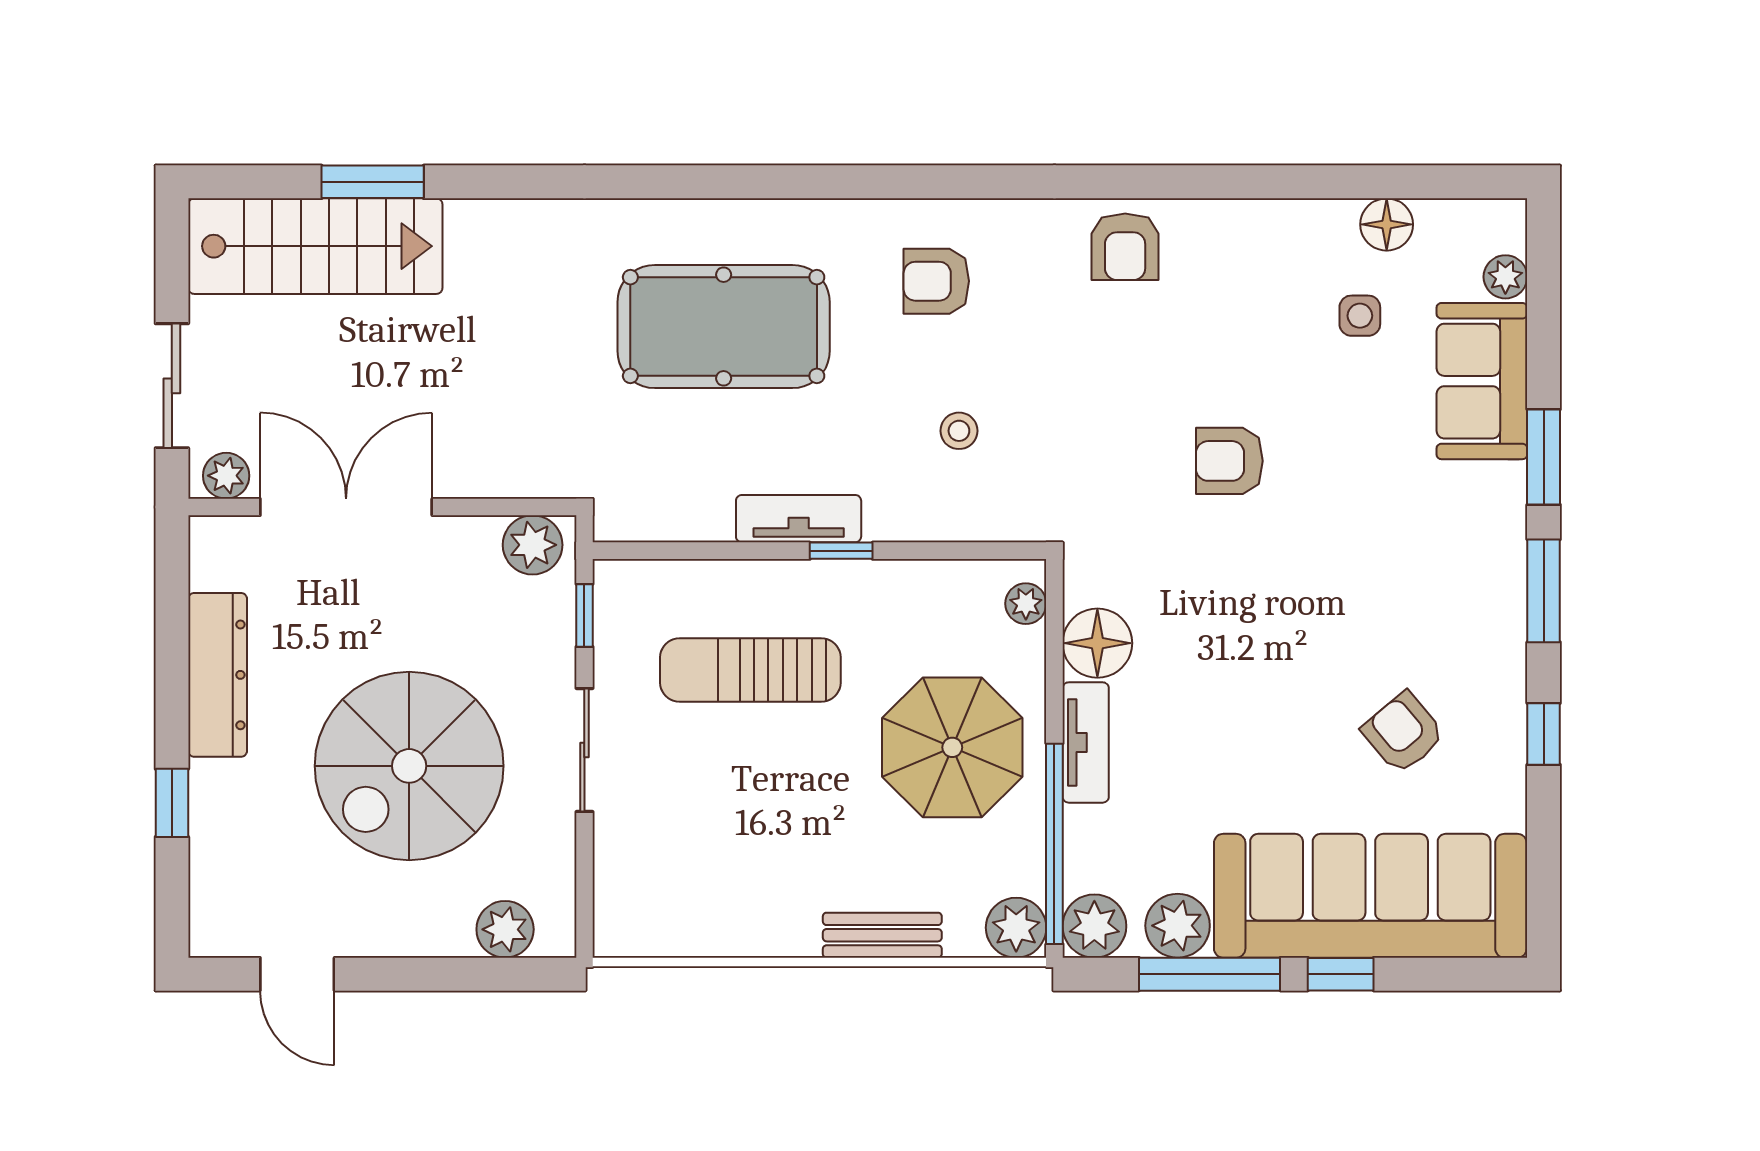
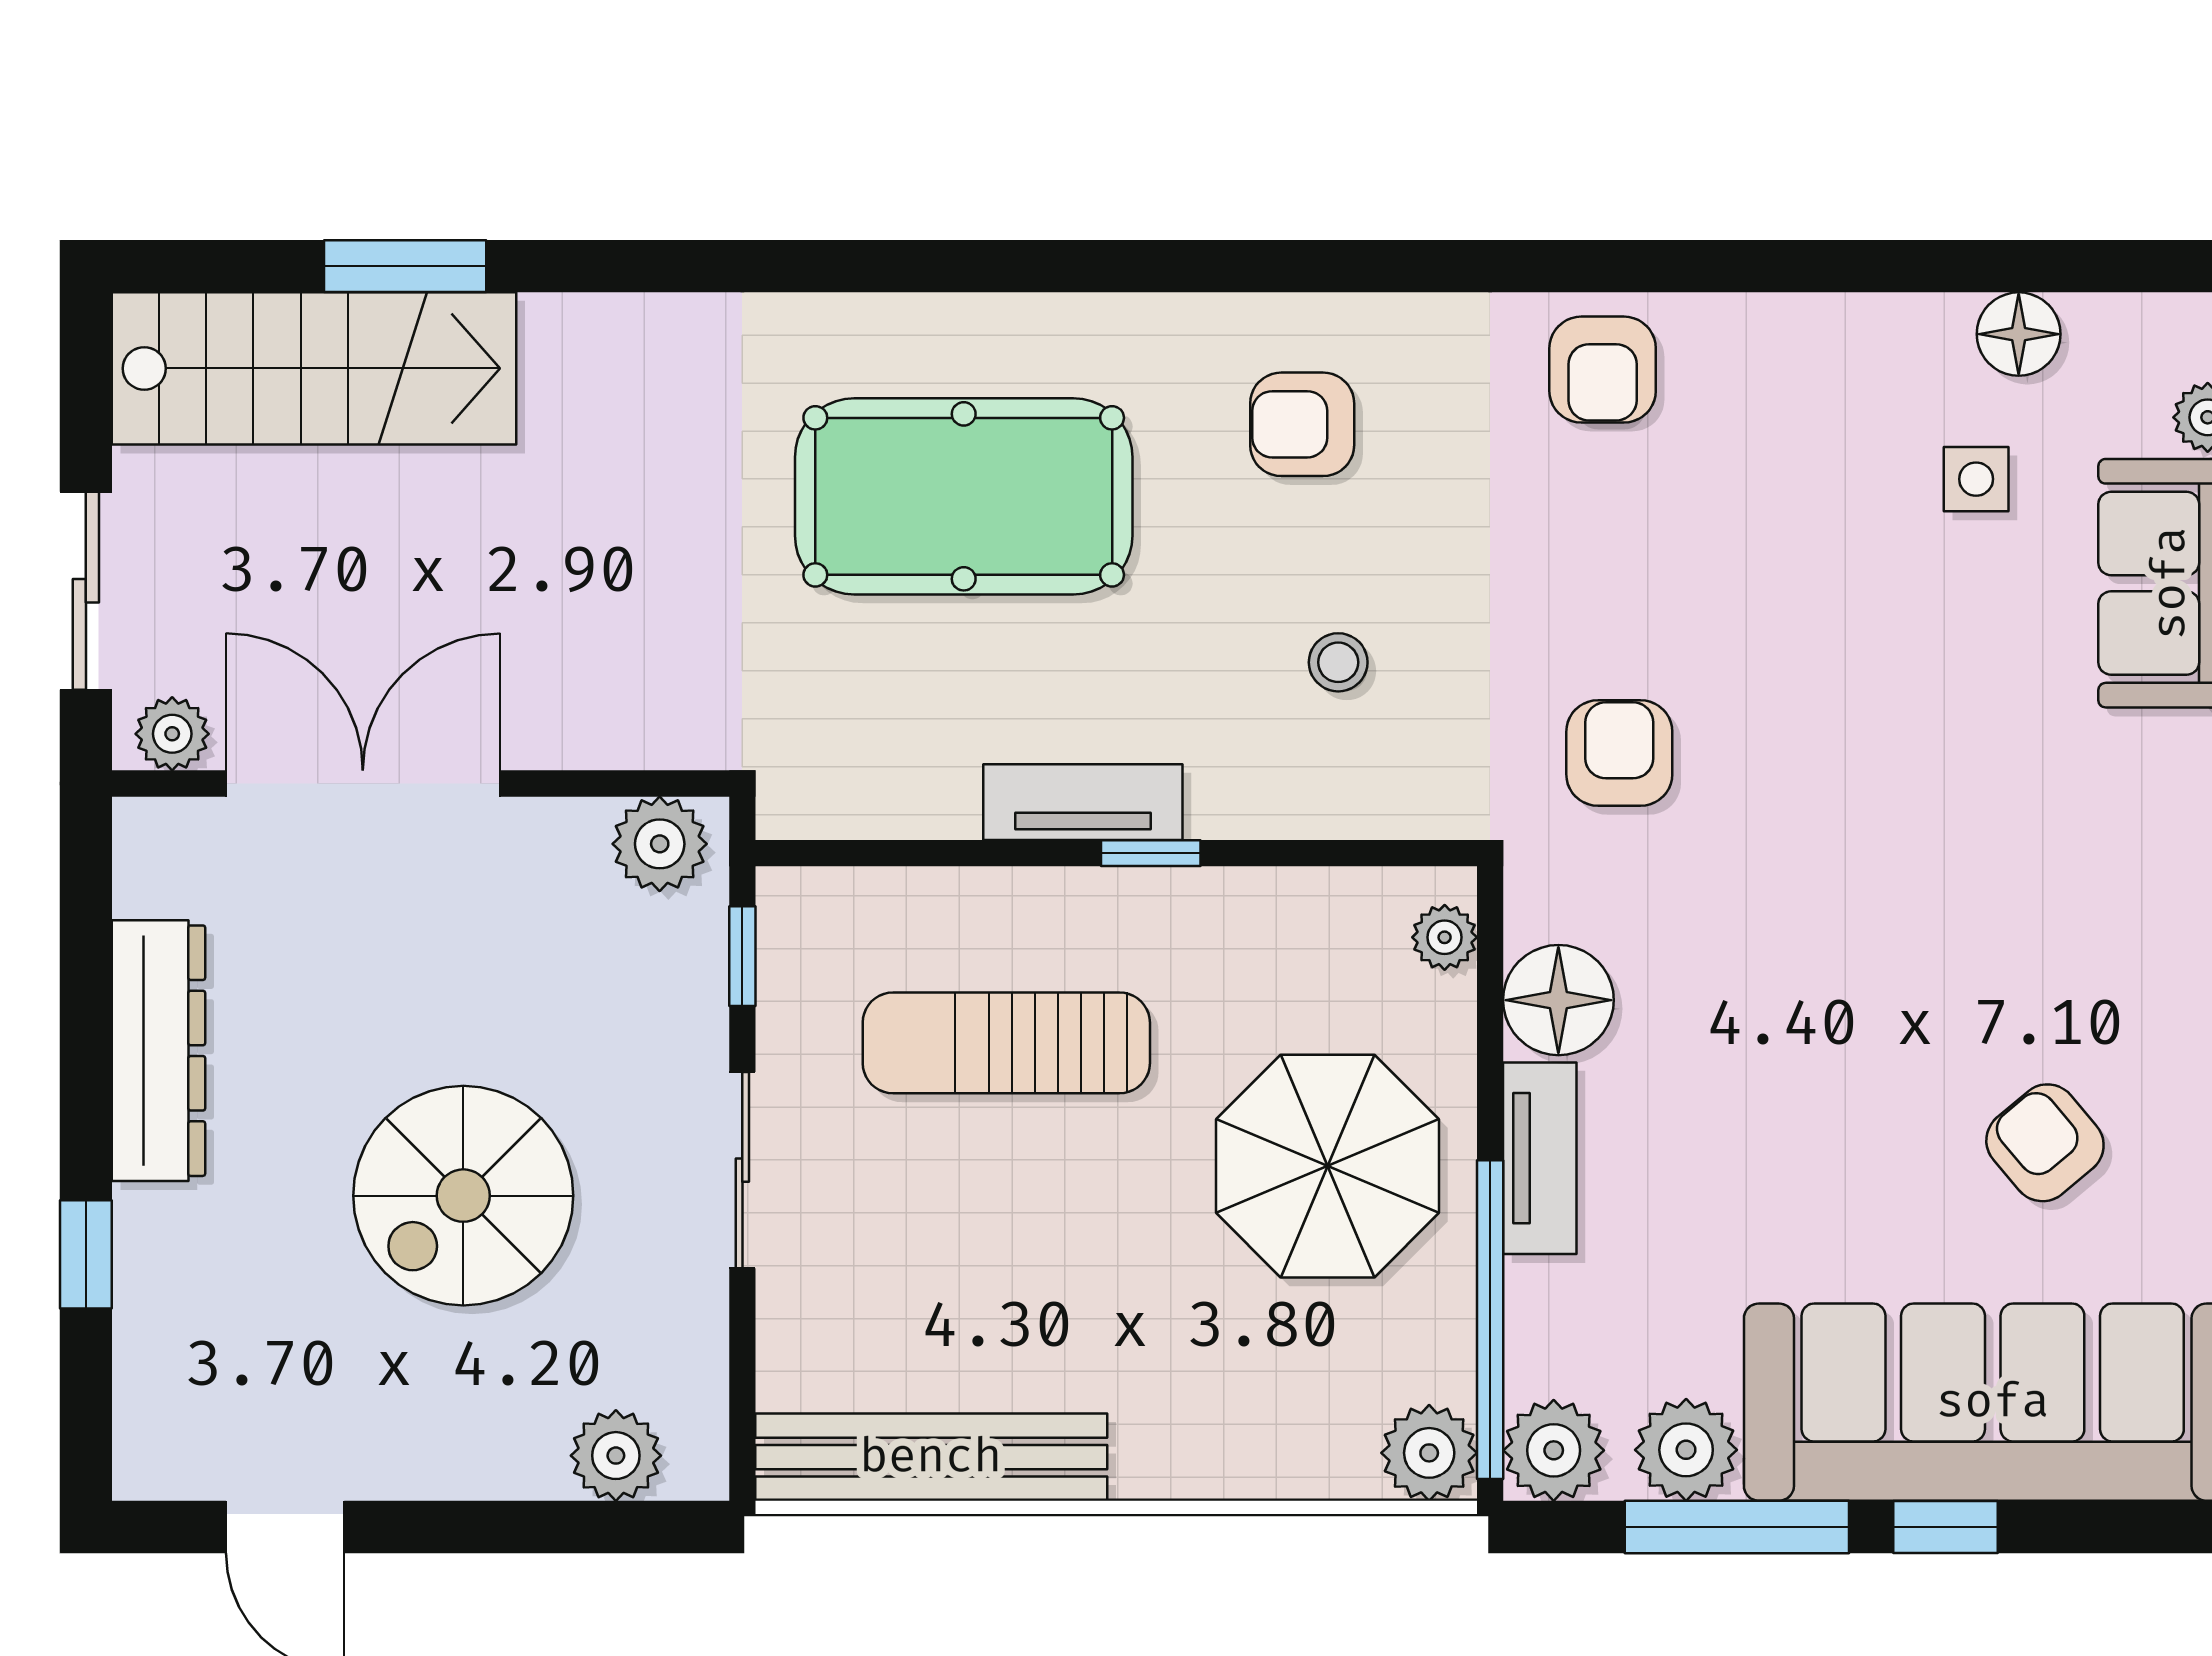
armchair: (1229, 461) -> (1619, 753), moved, turned 90
spiral stairs: (409, 766) -> (463, 1196), width x0.73, depth x0.73
bench: (882, 935) -> (931, 1457), moved, width x1.86, depth x1.21

